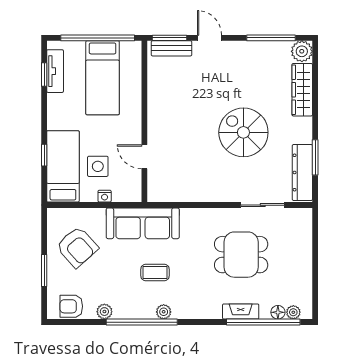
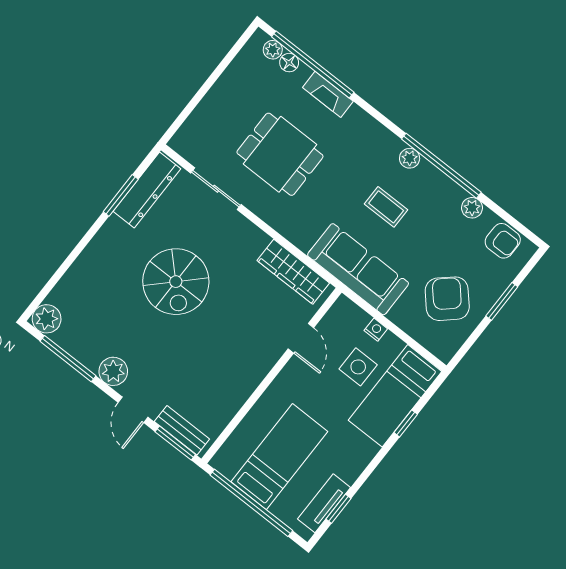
plant: (239, 51) -> (113, 371), added
wardrobe: (302, 90) -> (293, 272), moved, turned 90

